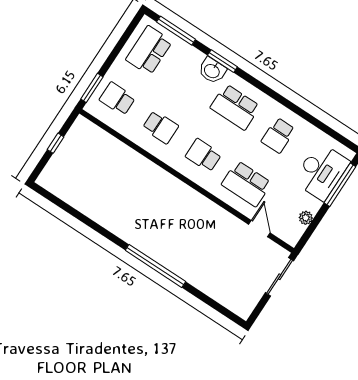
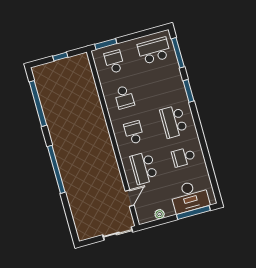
washbasin: (212, 71) -> (178, 91), removed
window: (75, 213) -> (38, 104), added

